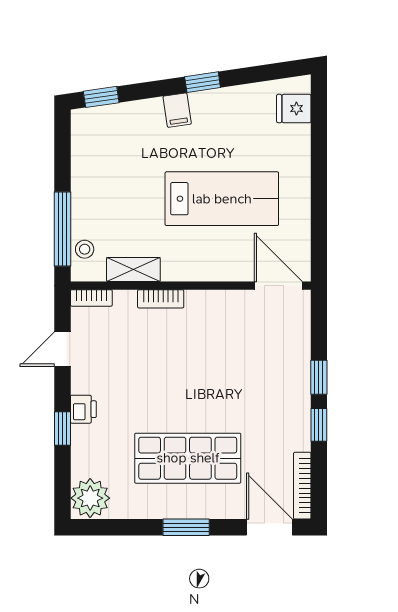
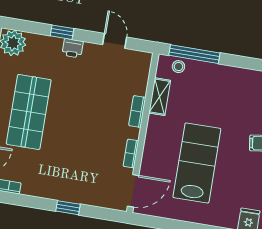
lab bench: (222, 199) -> (197, 163), turned 180
bookcase: (91, 298) -> (131, 153), moved
window: (319, 425) -> (36, 203), removed

